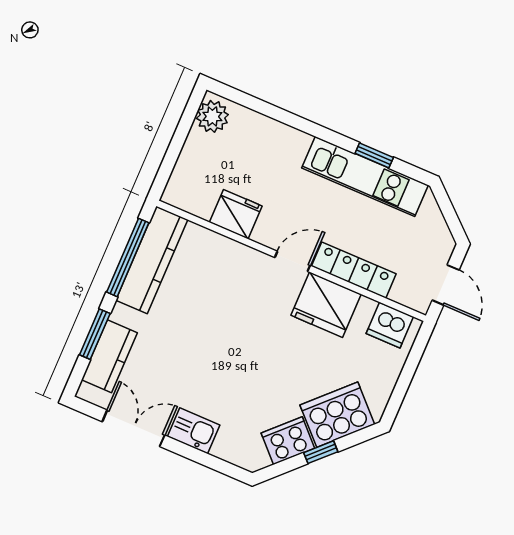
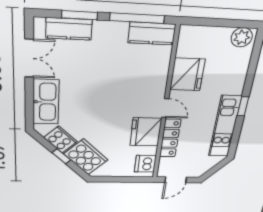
window: (374, 155) -> (243, 106), moved
fridge: (236, 214) -> (187, 75), width x1.36, depth x1.34
kitchen counter: (152, 260) -> (152, 33), width x0.67
kitchen sink: (194, 431) -> (46, 102), width x1.87, depth x1.24

